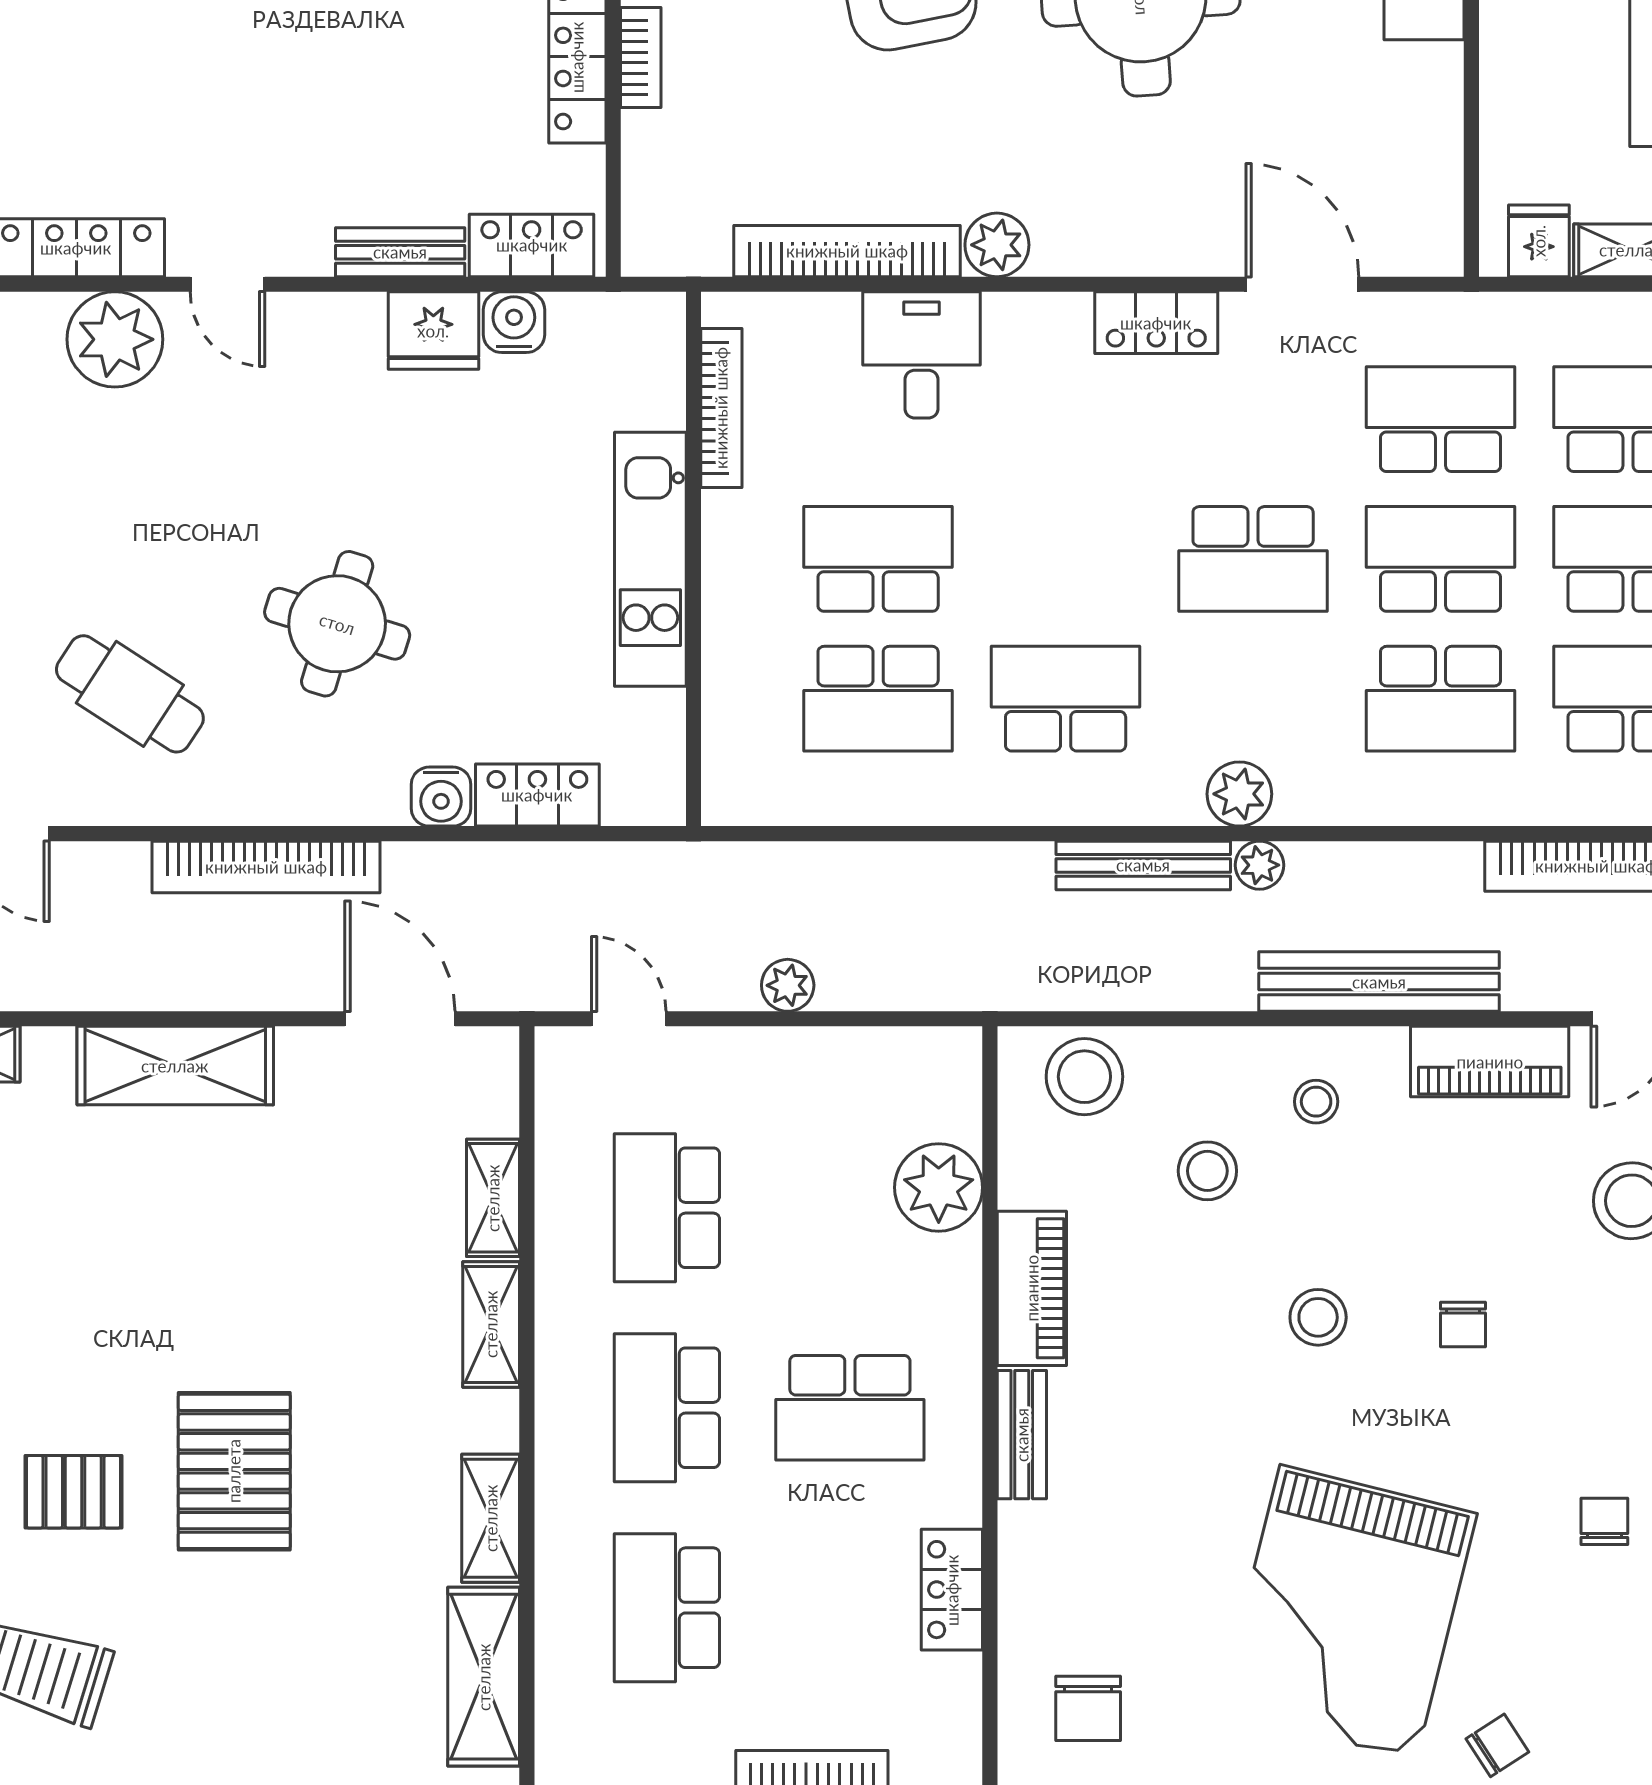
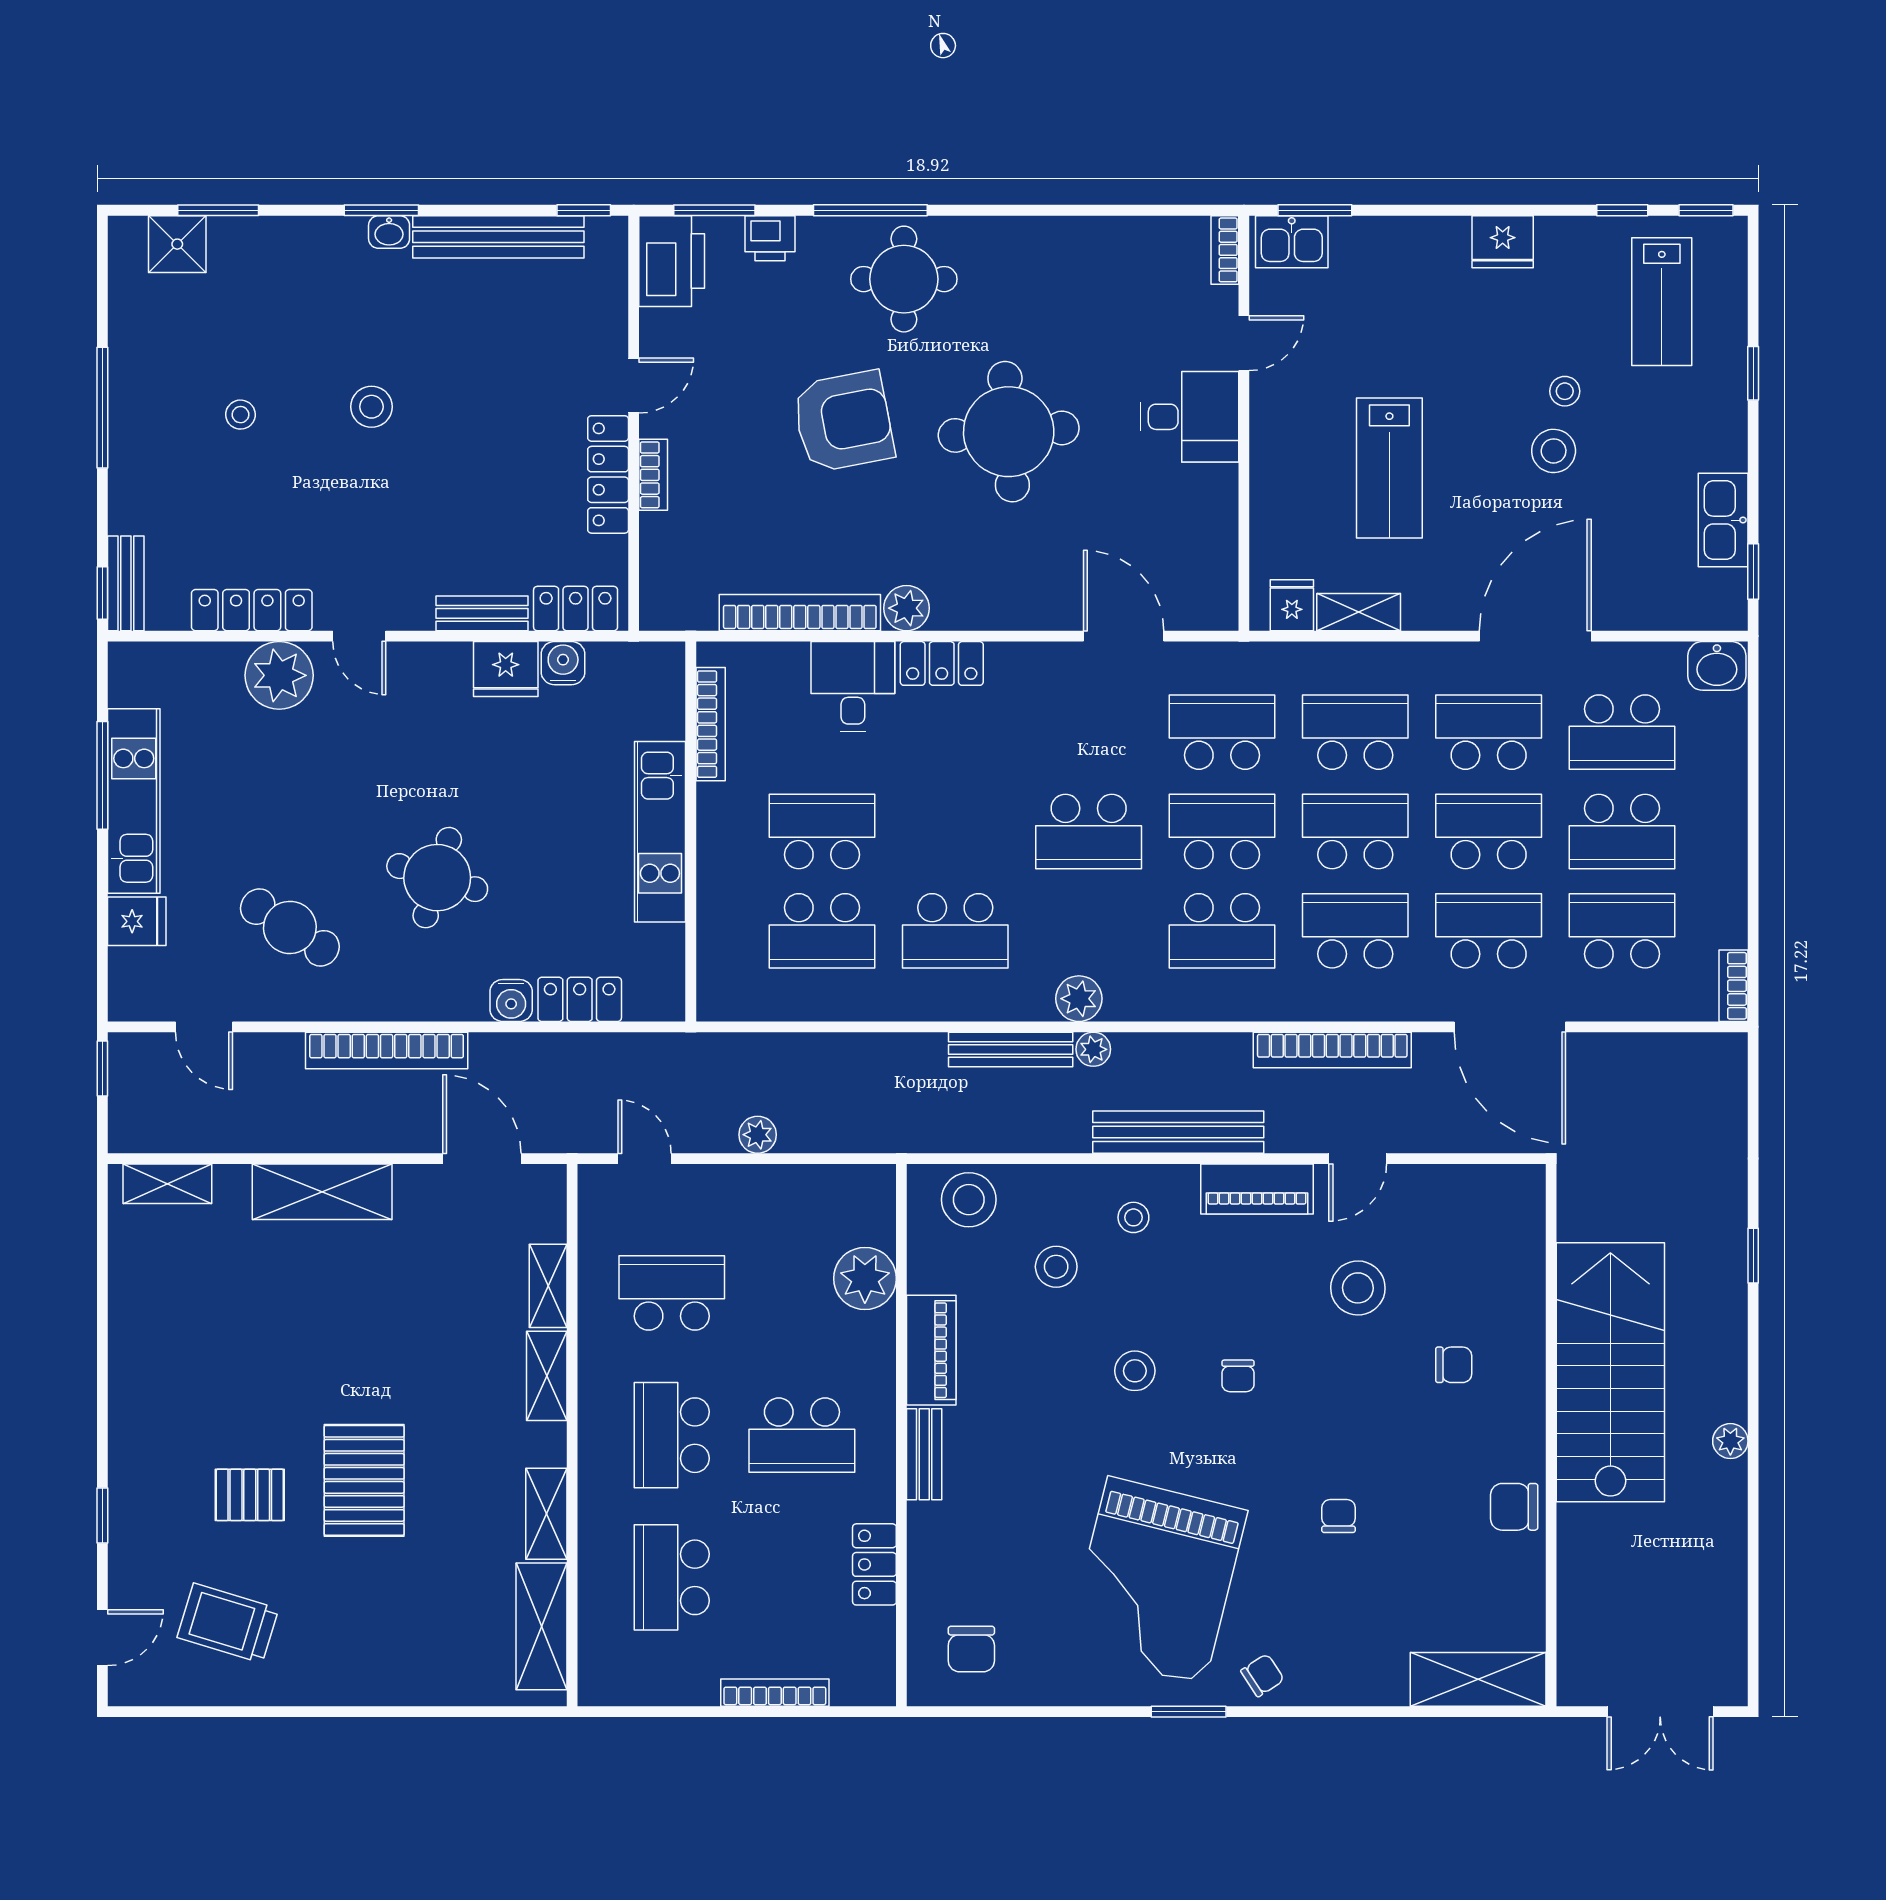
locker: (1156, 323) -> (942, 663), moved
school desk: (1066, 699) -> (955, 931), turned 180
school desk: (667, 1208) -> (672, 1293), turned 90

